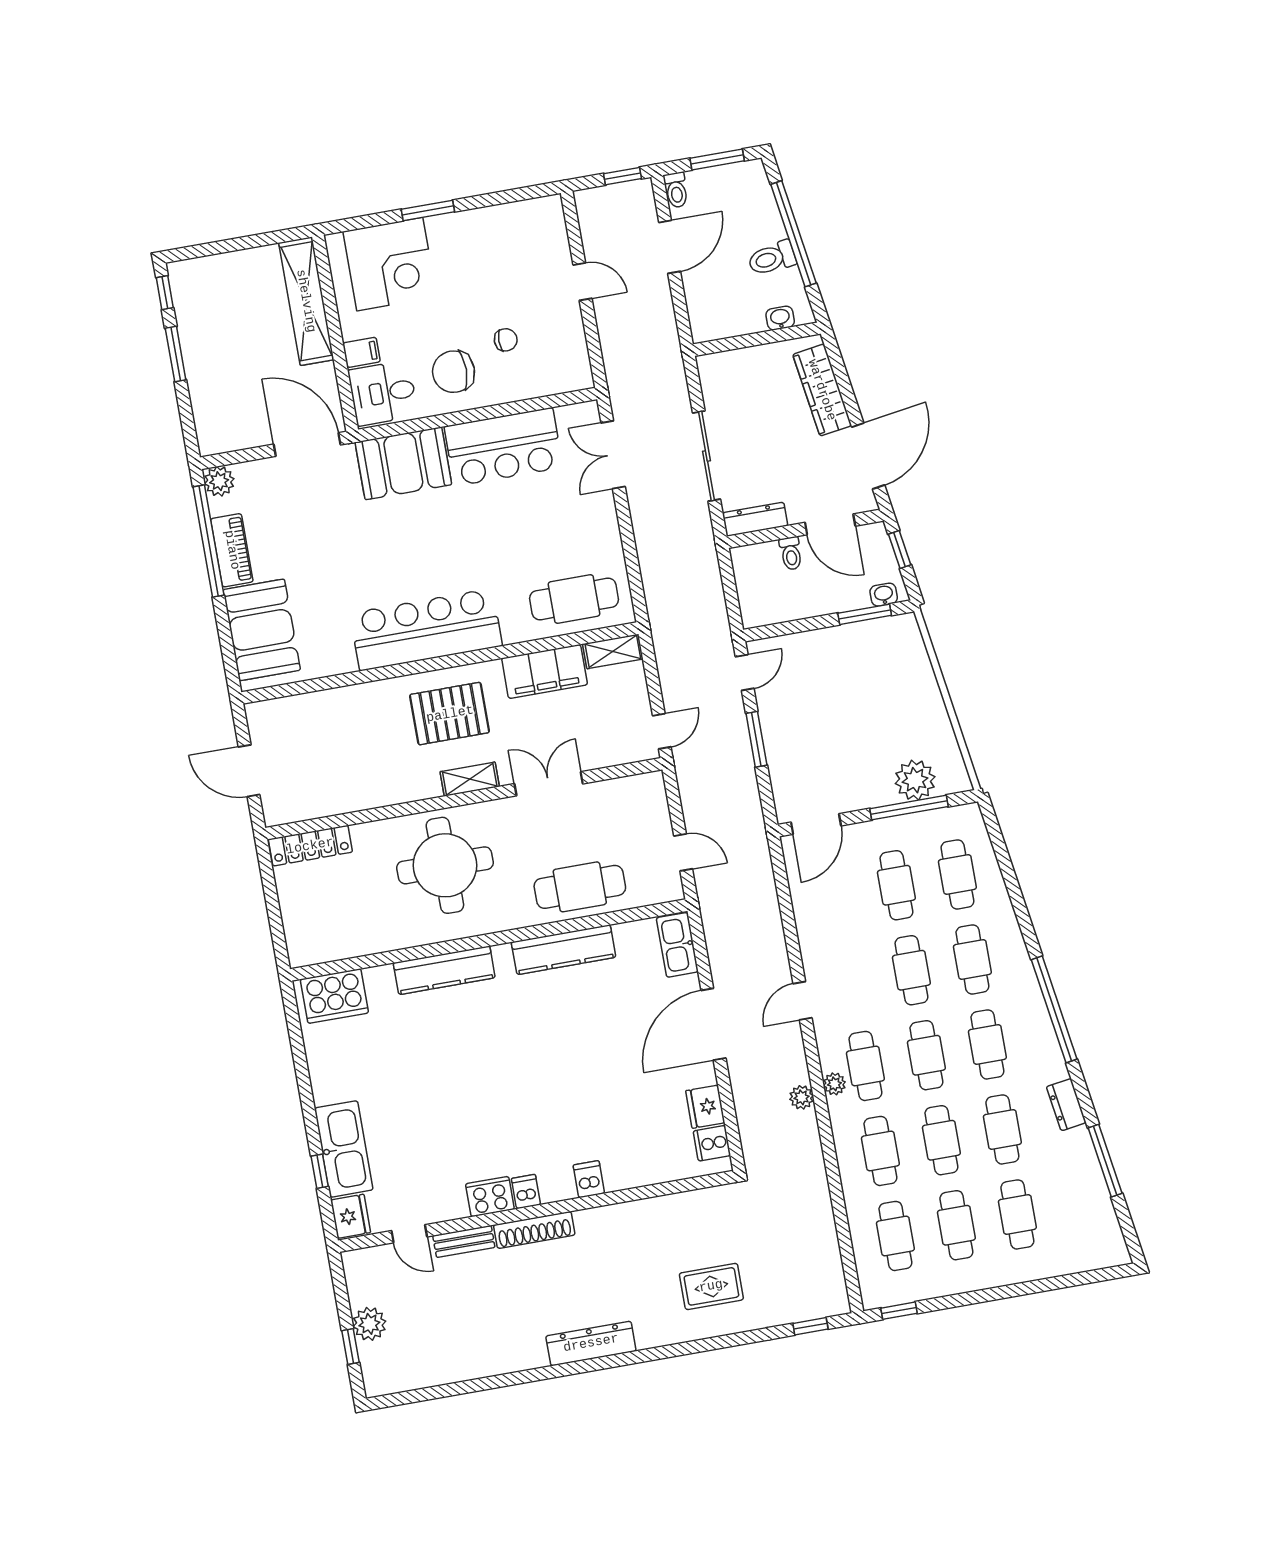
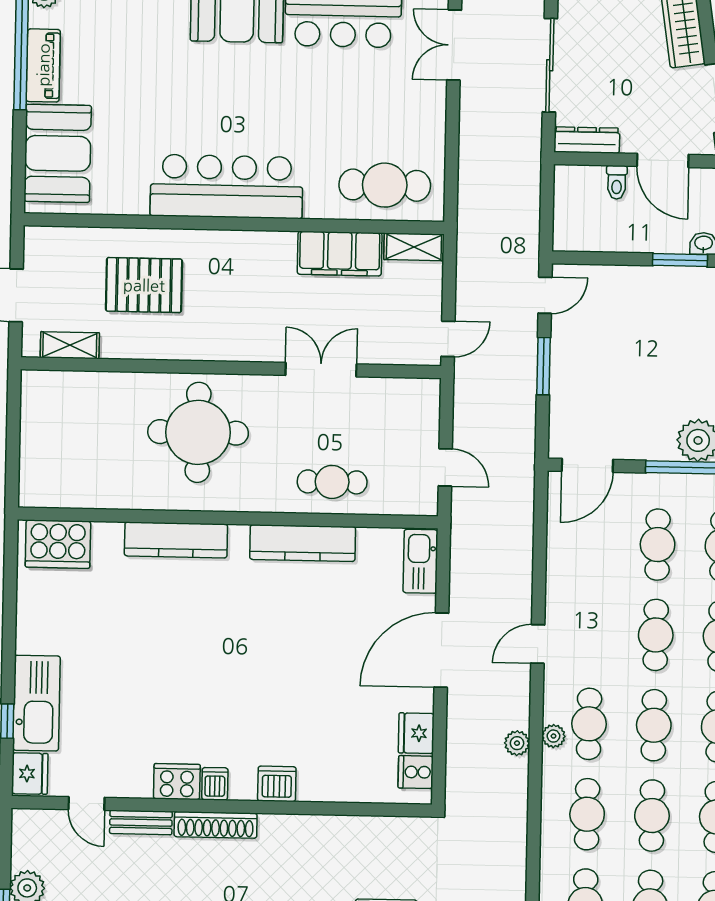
pallet: (450, 714) -> (144, 285), moved
shelving: (470, 779) -> (70, 345), moved
locker: (310, 846) -> (64, 385), removed
cafe table: (580, 887) -> (332, 482), width x0.73, depth x0.74
dishwasher: (589, 1179) -> (277, 784), width x1.38

